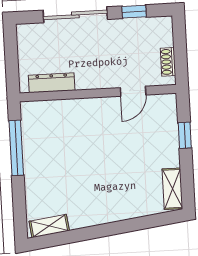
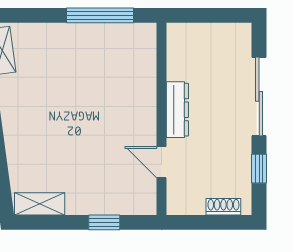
shoe rack: (168, 62) -> (223, 207), moved
dresser: (52, 83) -> (177, 110), moved

